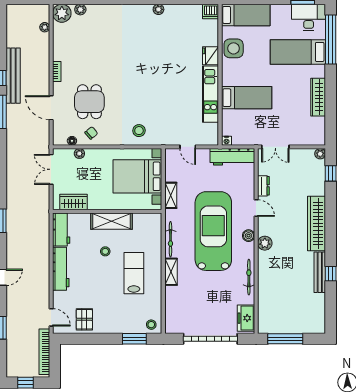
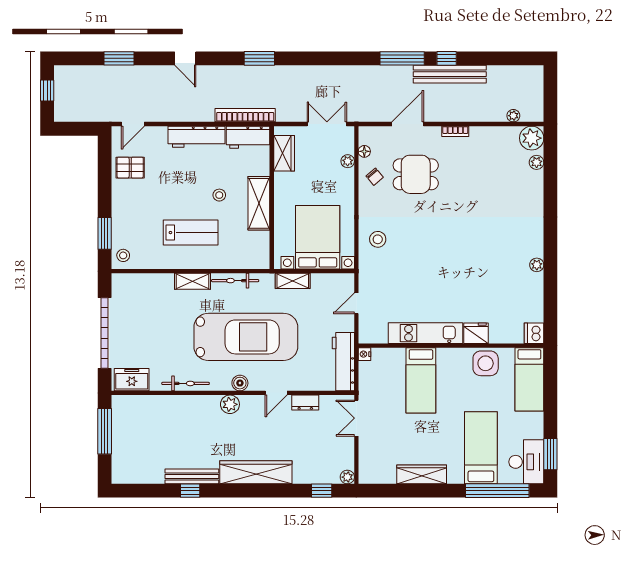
bookcase: (44, 352) -> (245, 115), moved

